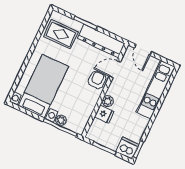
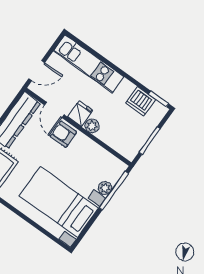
fridge: (104, 114) -> (80, 114), moved
dishwasher: (127, 148) -> (141, 101), moved, turned -90

